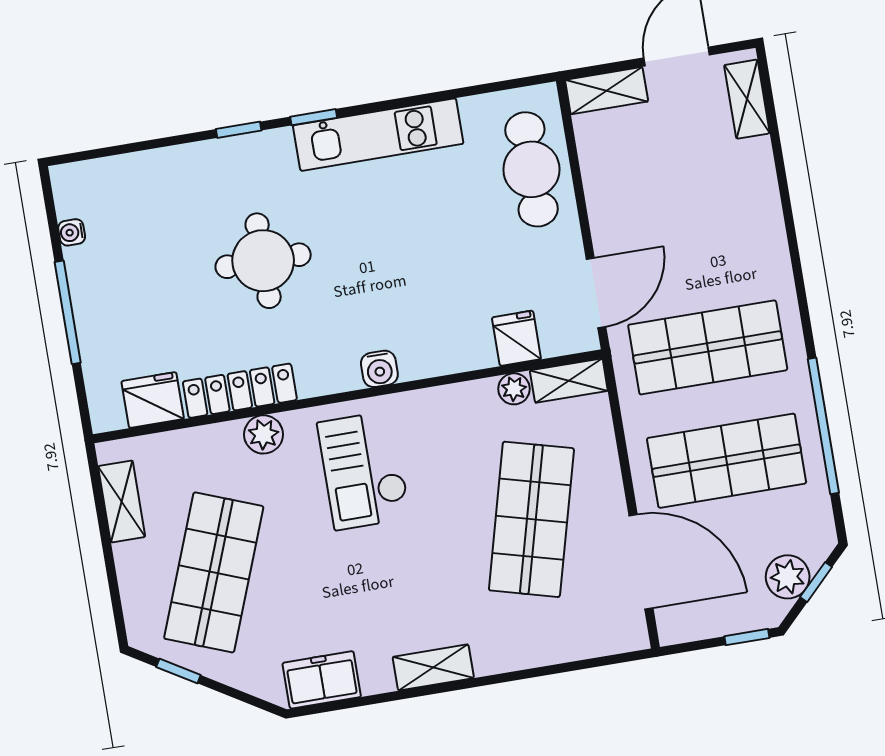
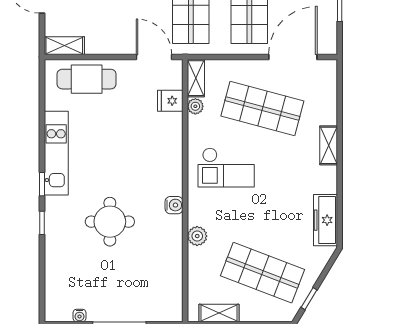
shelving: (607, 91) -> (64, 46), moved, turned 90
water cooler: (379, 369) -> (174, 205), moved
locker: (240, 391) -> (173, 244), removed
fridge: (153, 400) -> (171, 289), removed
checkout: (364, 470) -> (226, 167), moved
shelving: (433, 667) -> (329, 145), moved
freezer: (322, 680) -> (325, 220), width x1.40

